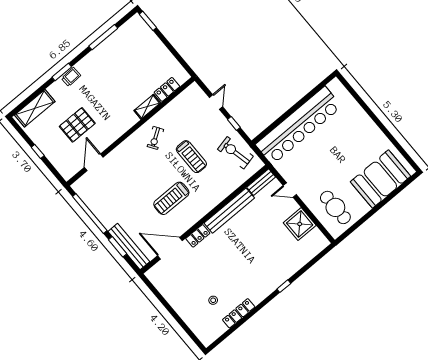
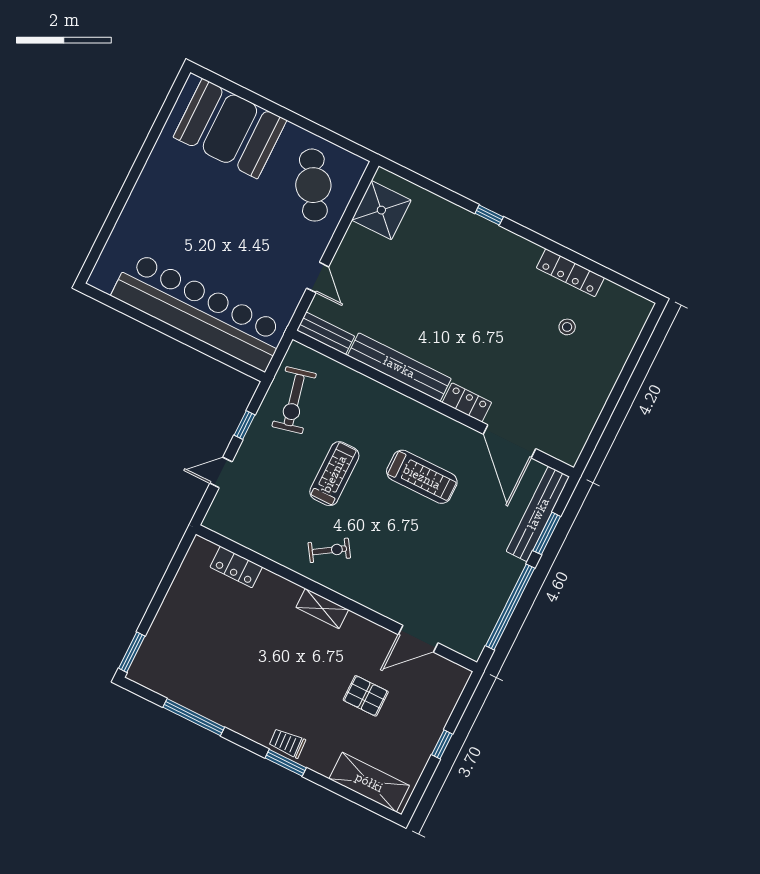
shelving: (147, 107) -> (322, 608), moved
pallet: (77, 125) -> (366, 696), width x0.67, depth x0.71
cafe table: (335, 207) -> (313, 185), turned -30
shower: (300, 224) -> (381, 210), moved

